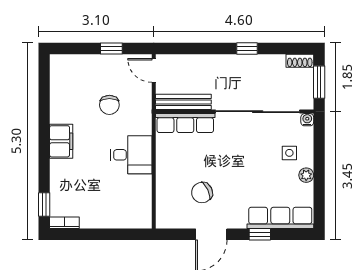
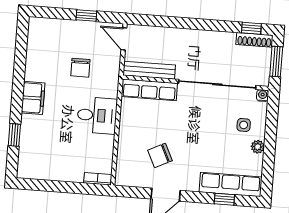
window: (247, 48) -> (251, 28), moved
shoe rack: (300, 61) -> (254, 40), width x1.43
window: (44, 204) -> (14, 135), moved
bookcase: (64, 223) -> (98, 179), moved
window: (260, 234) -> (224, 199), moved

